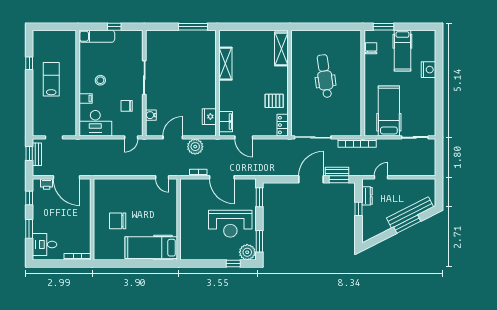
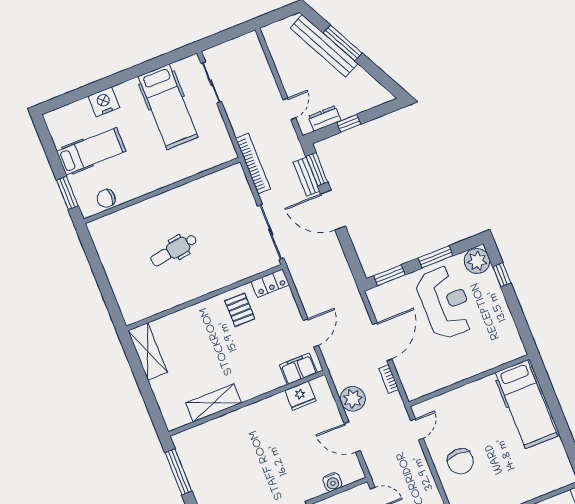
shelving: (281, 49) -> (148, 351), moved, turned 90
dental chair: (325, 76) -> (174, 250), width x0.73, depth x0.72
hospital bed: (389, 111) -> (168, 107), moved, turned -90
door: (381, 177) -> (289, 109), swing flipped
chair: (118, 221) -> (460, 461), moved
window: (259, 241) -> (436, 257), moved

